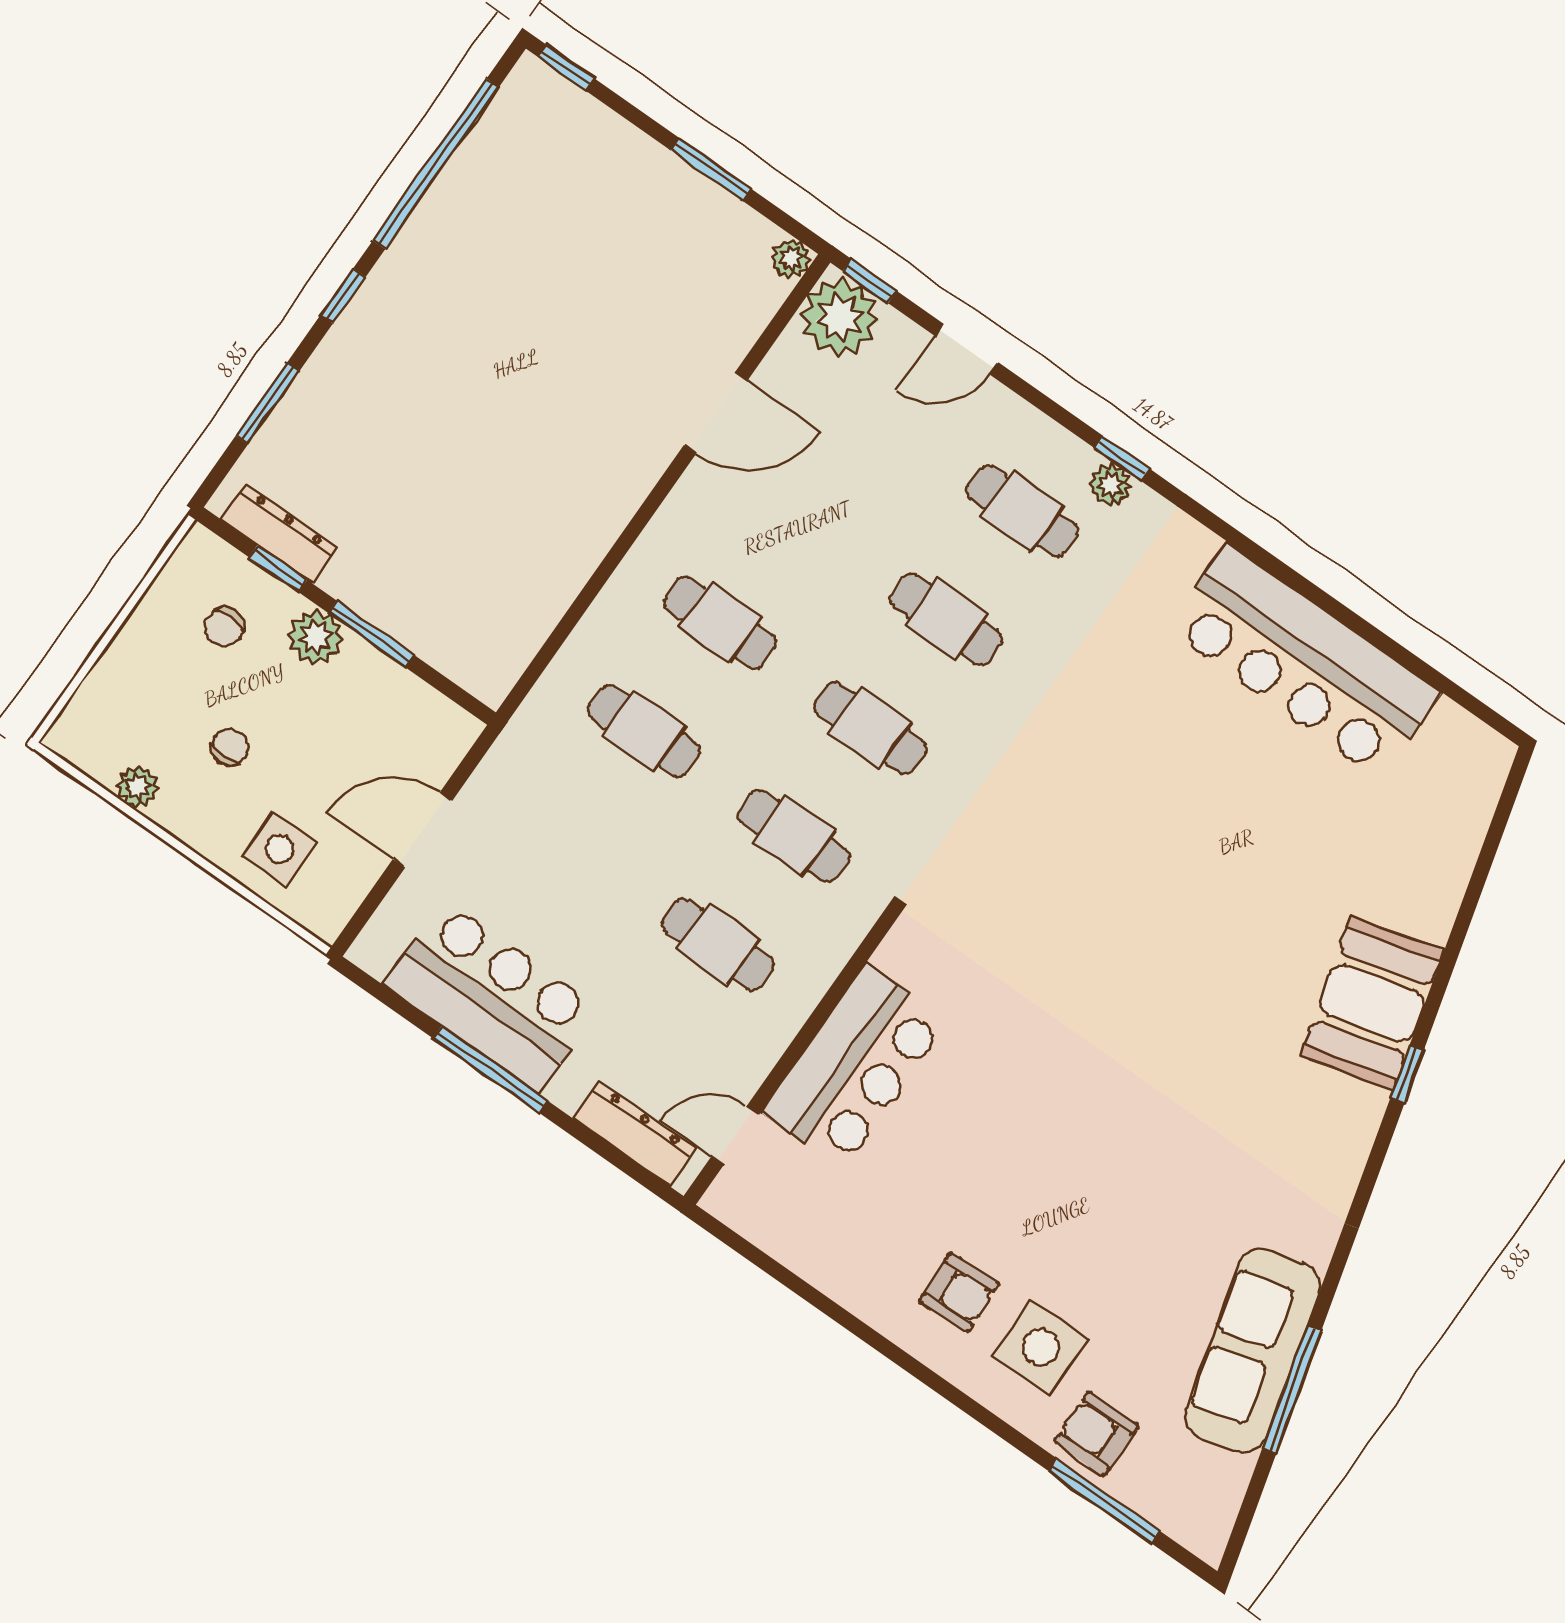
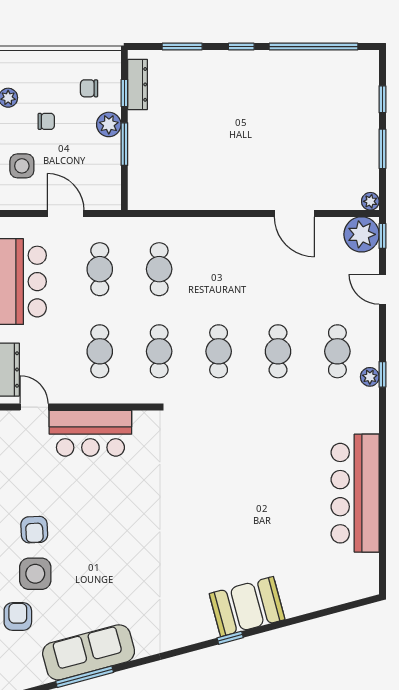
window: (566, 68) -> (382, 99), moved
cafe table: (720, 622) -> (100, 269), moved

